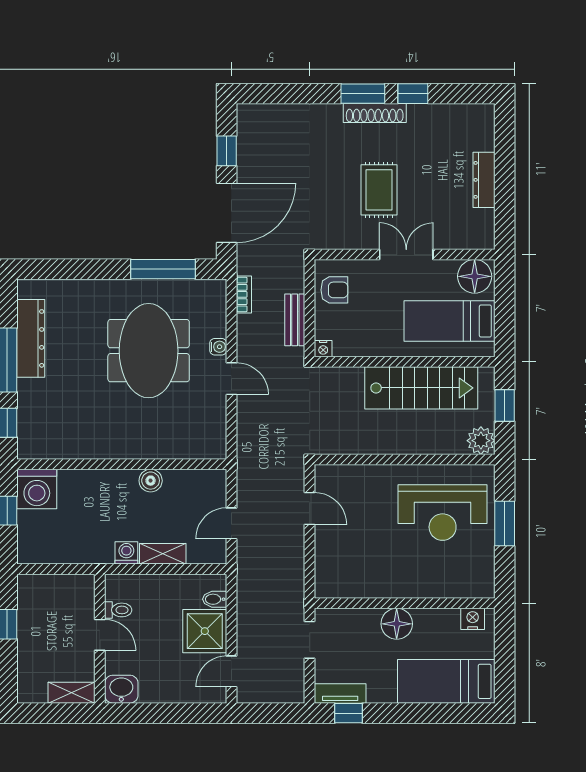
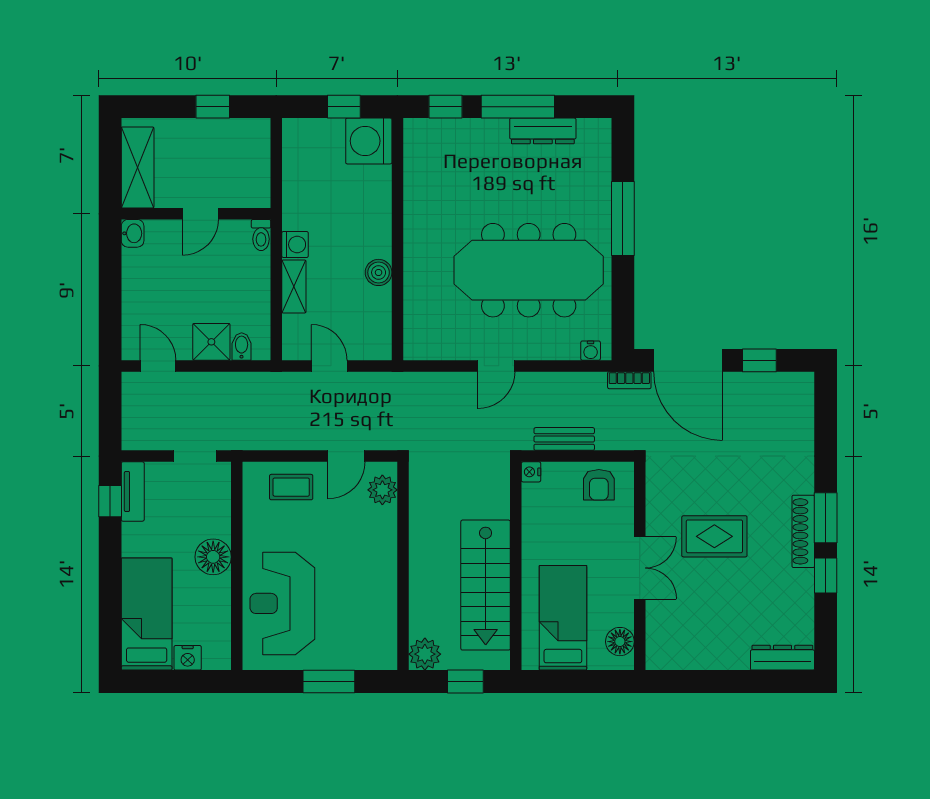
dresser: (484, 180) -> (782, 658), moved
window: (163, 269) -> (623, 219), moved
floor lamp: (475, 276) -> (620, 642), width x0.73, depth x0.73
bookcase: (244, 294) -> (629, 380), moved
dresser: (31, 338) -> (543, 131), width x0.73, depth x0.80
water cooler: (218, 347) -> (591, 351), moved
meeting table: (149, 351) -> (529, 270), width x1.36
plant: (339, 477) -> (382, 490), added
reception desk: (443, 513) -> (282, 603), moved
coffee table: (336, 556) -> (291, 487), added
toilet: (118, 610) -> (261, 235), moved
nightstand: (473, 619) -> (188, 658), moved, turned 90
shower: (205, 631) -> (211, 342), width x0.73, depth x0.73
washbasin: (121, 689) -> (133, 233), width x0.72, depth x0.69
shelving: (71, 693) -> (138, 168), width x1.50, depth x1.33

